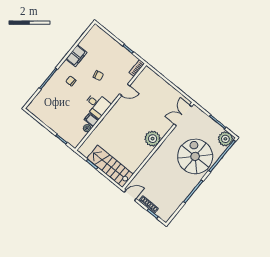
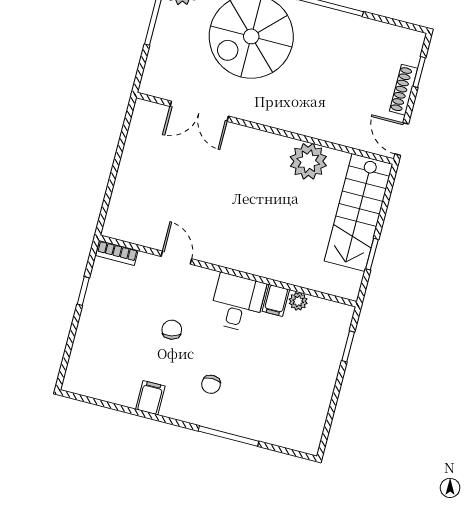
filing cabinet: (76, 56) -> (150, 398), width x0.50
double door: (183, 115) -> (199, 111), moved
plant: (153, 139) -> (308, 161), moved

